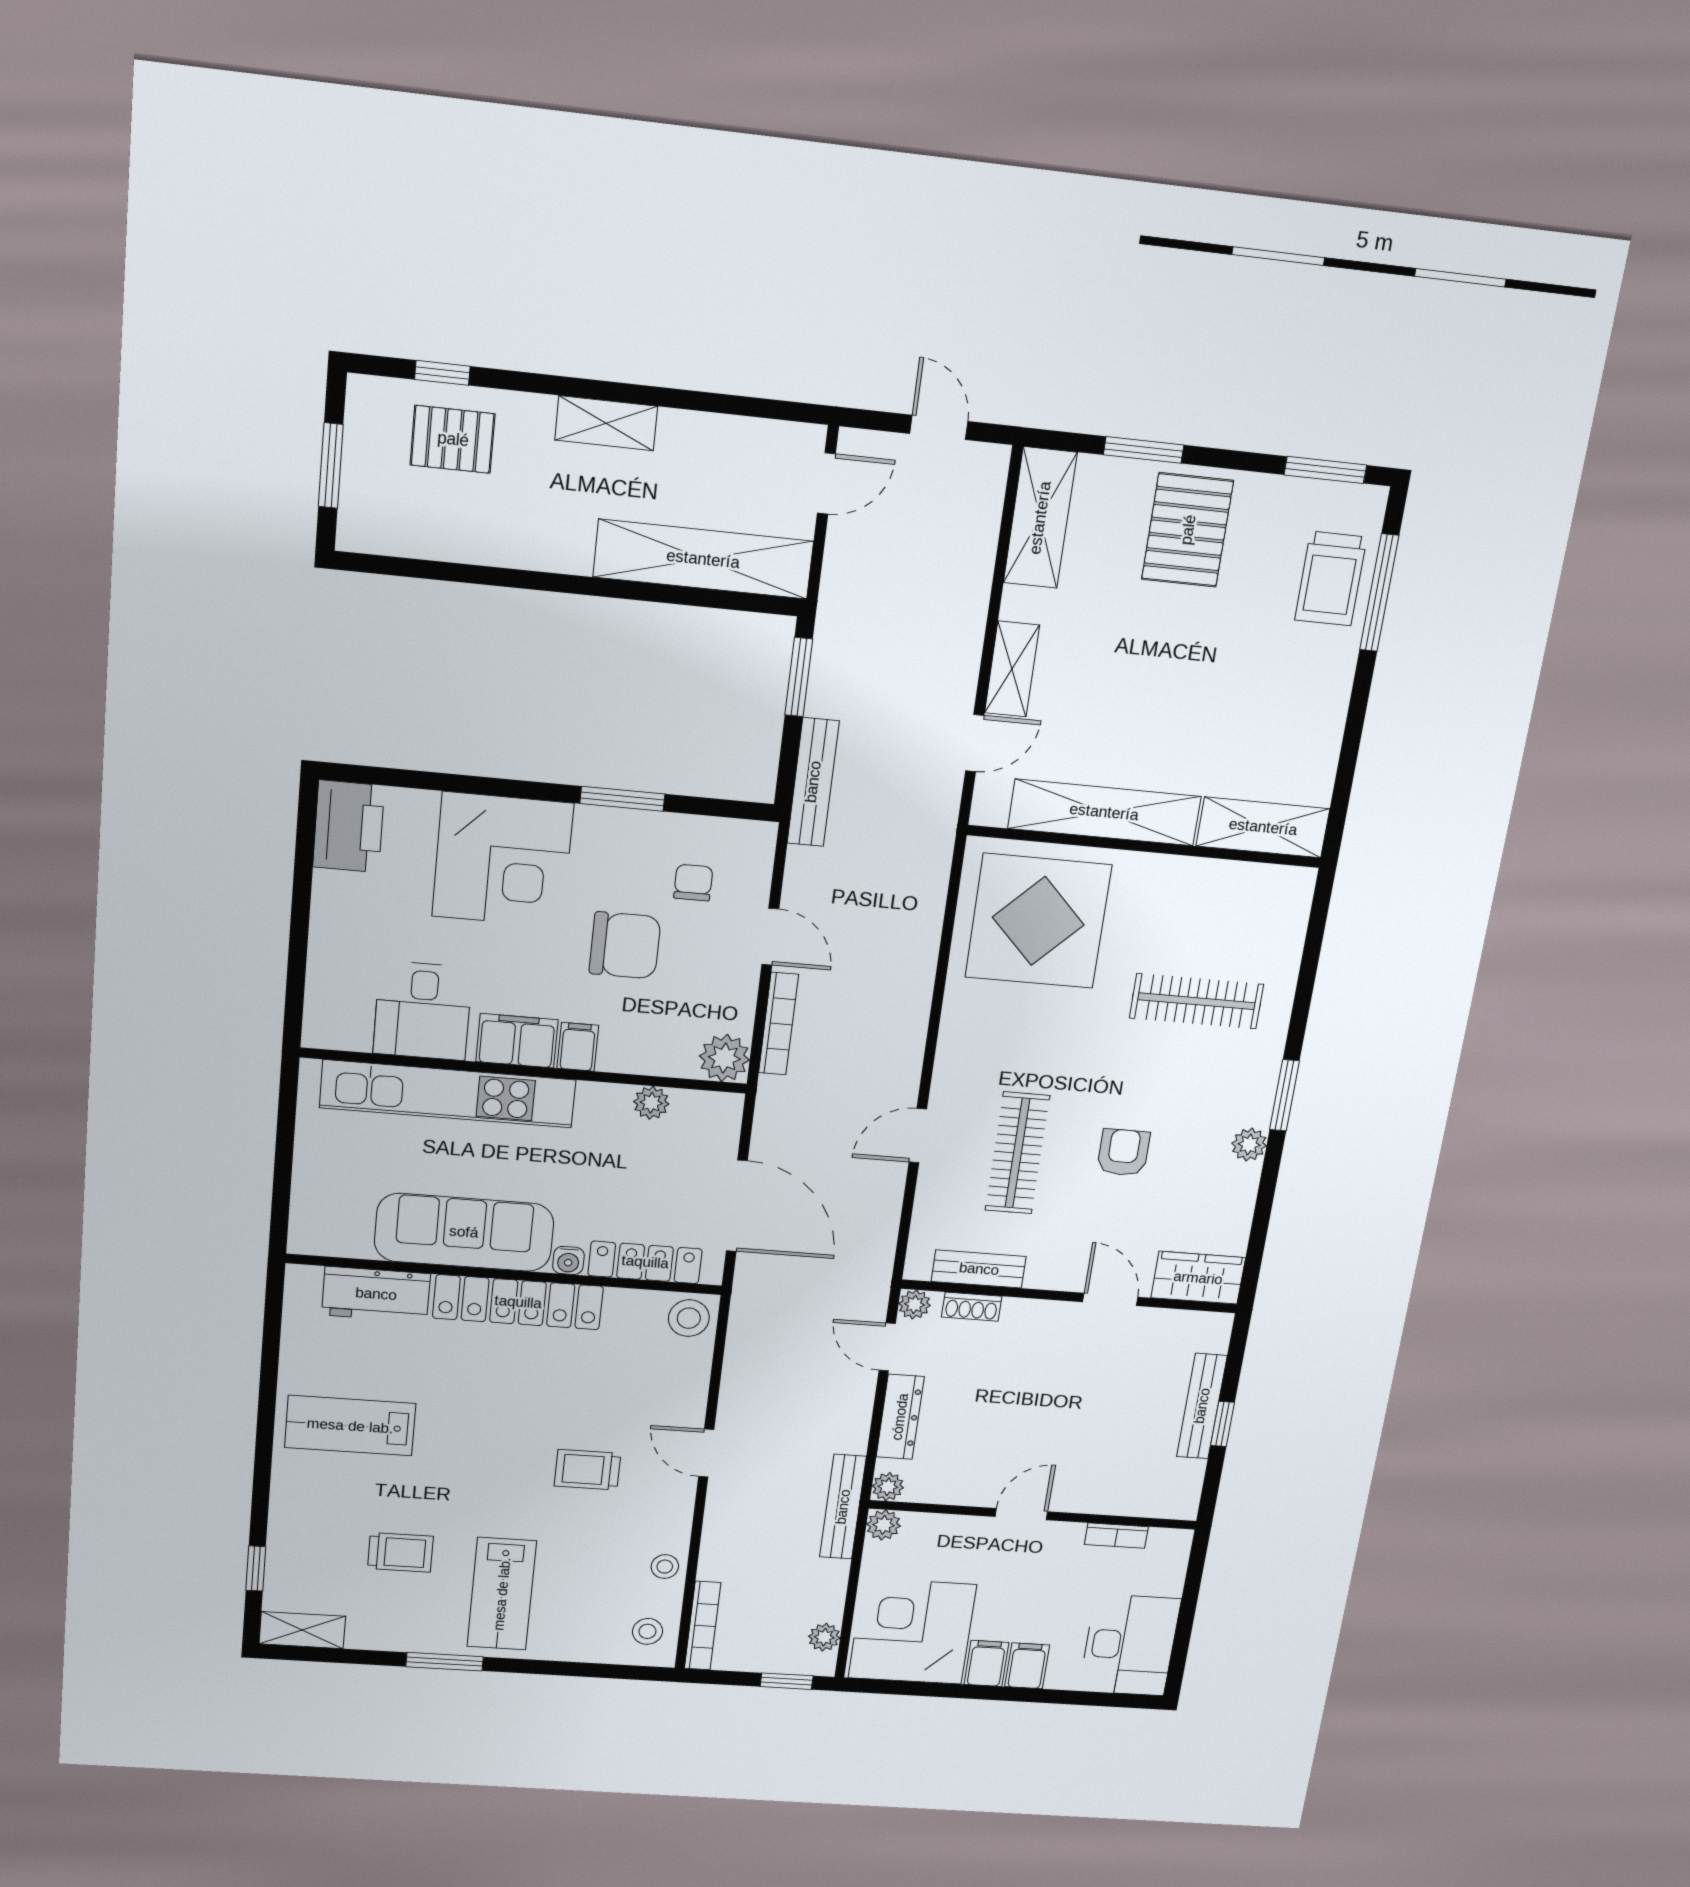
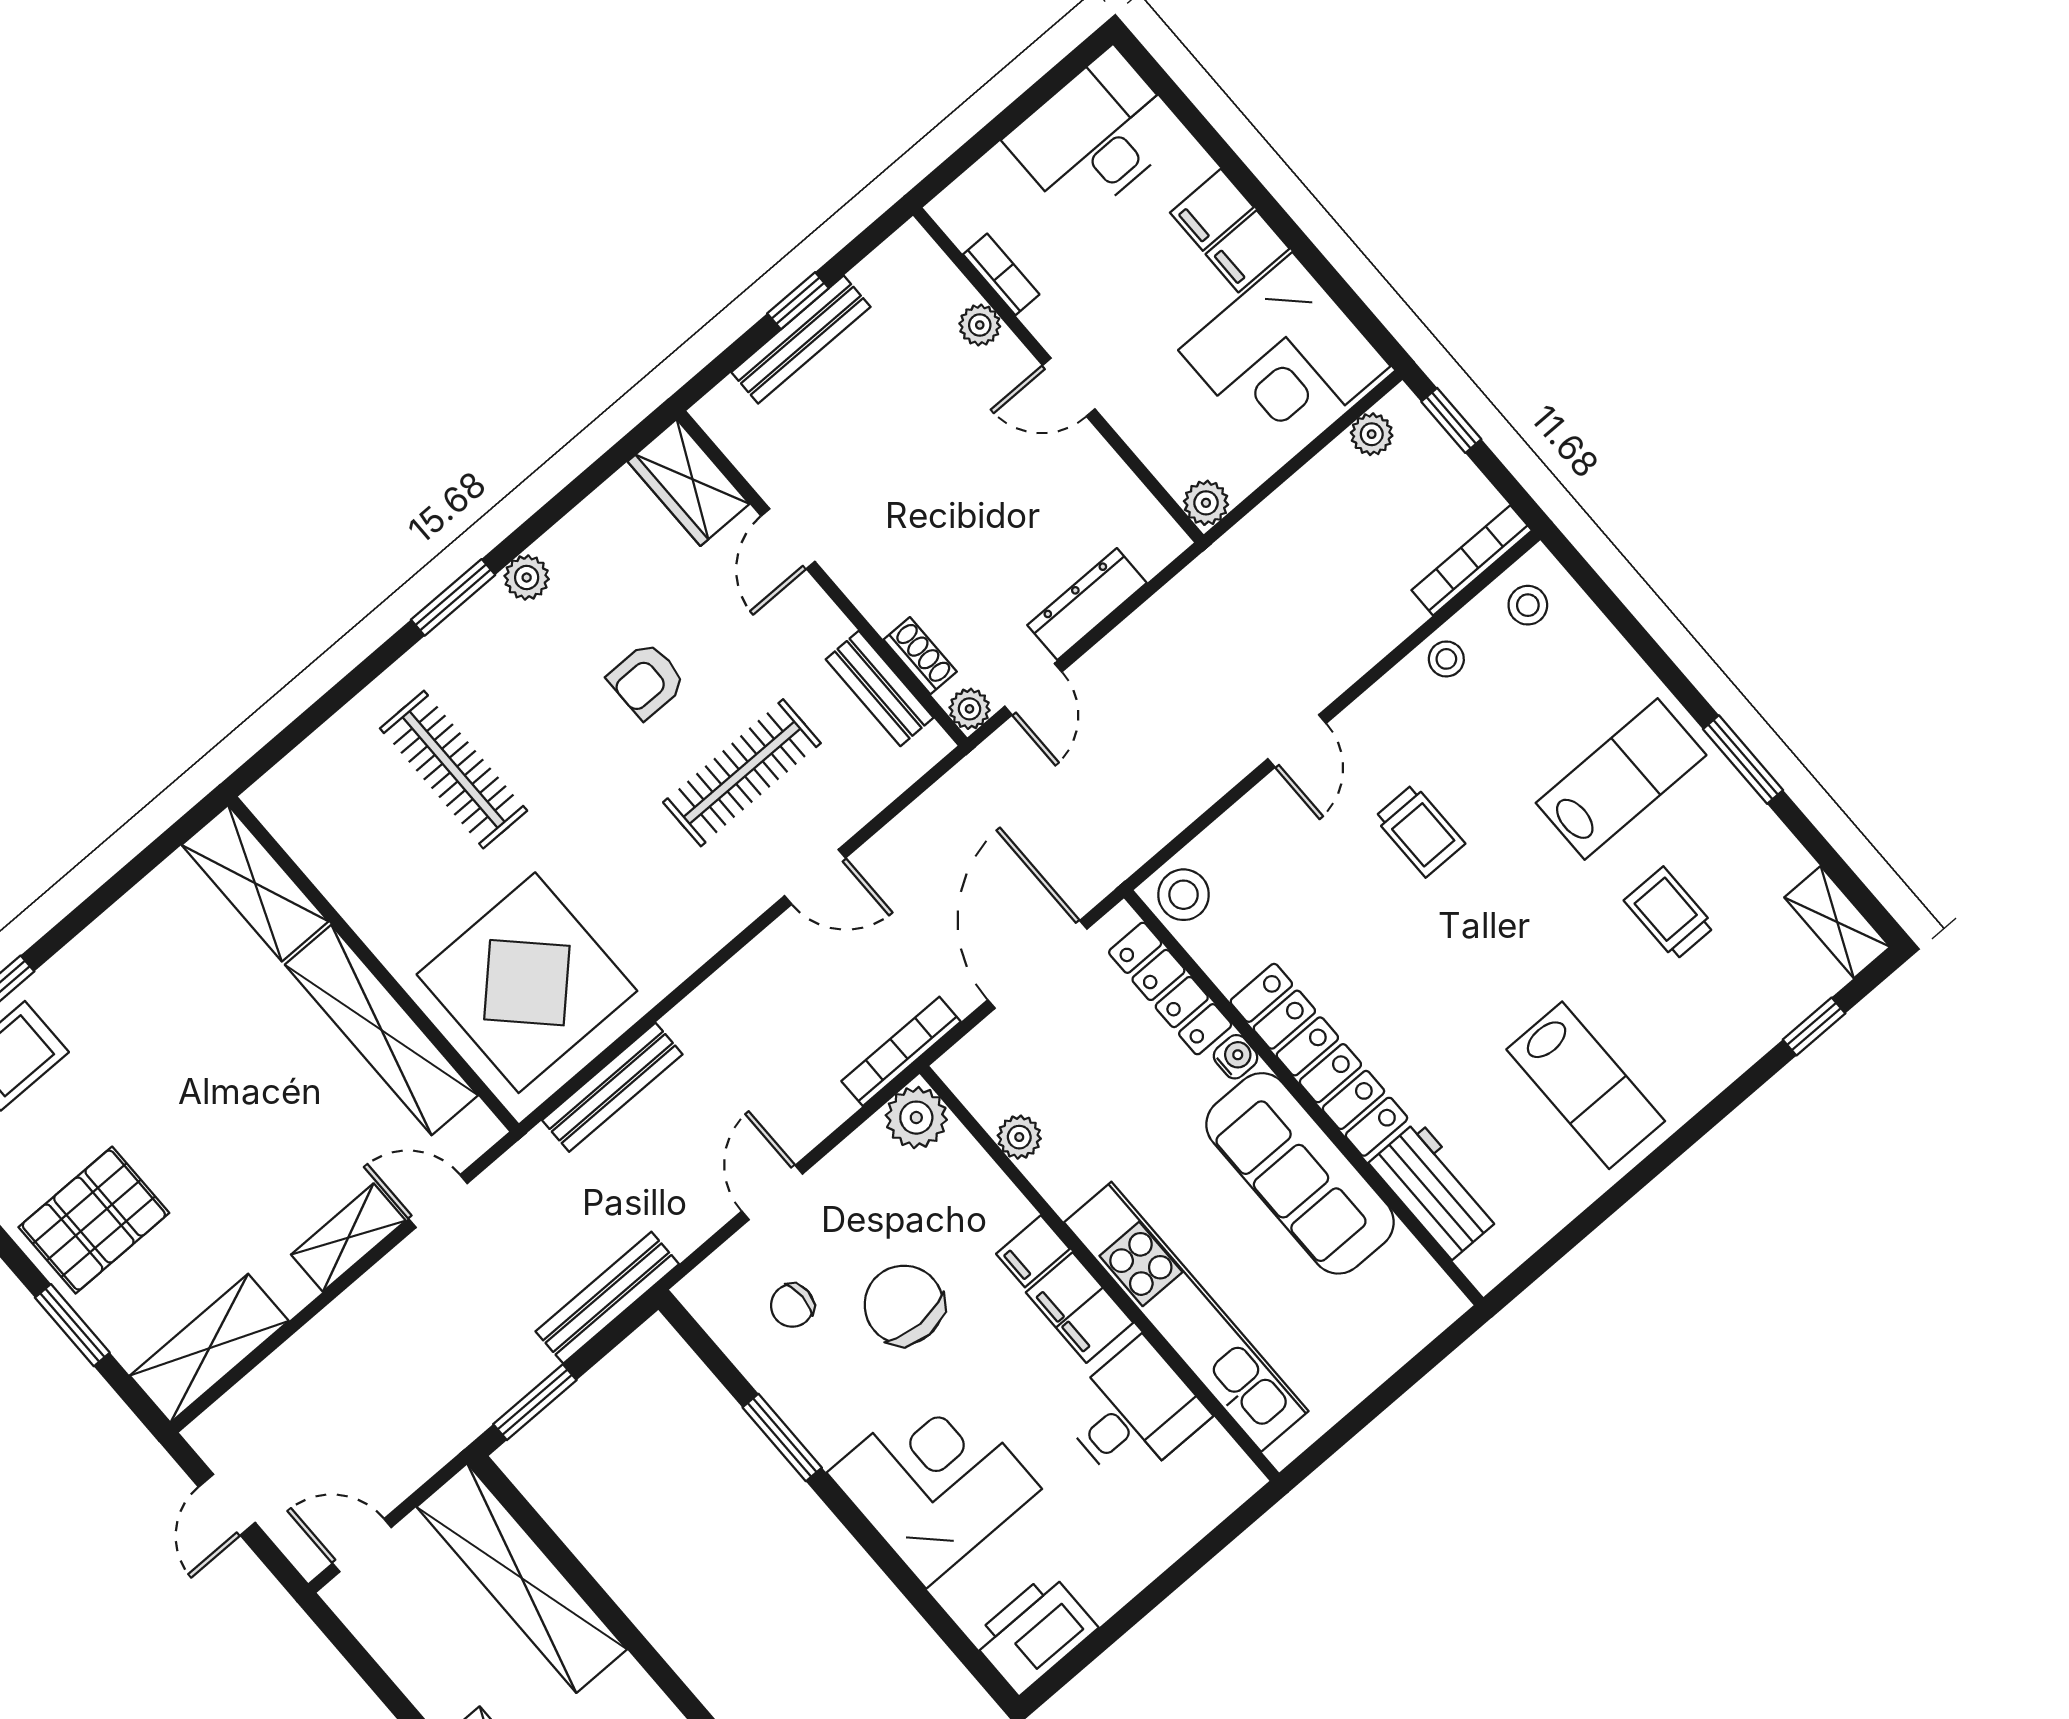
bookcase: (778, 1024) -> (901, 1051), moved
plant: (888, 1487) -> (980, 325), moved
bench: (843, 1507) -> (612, 1087), moved

